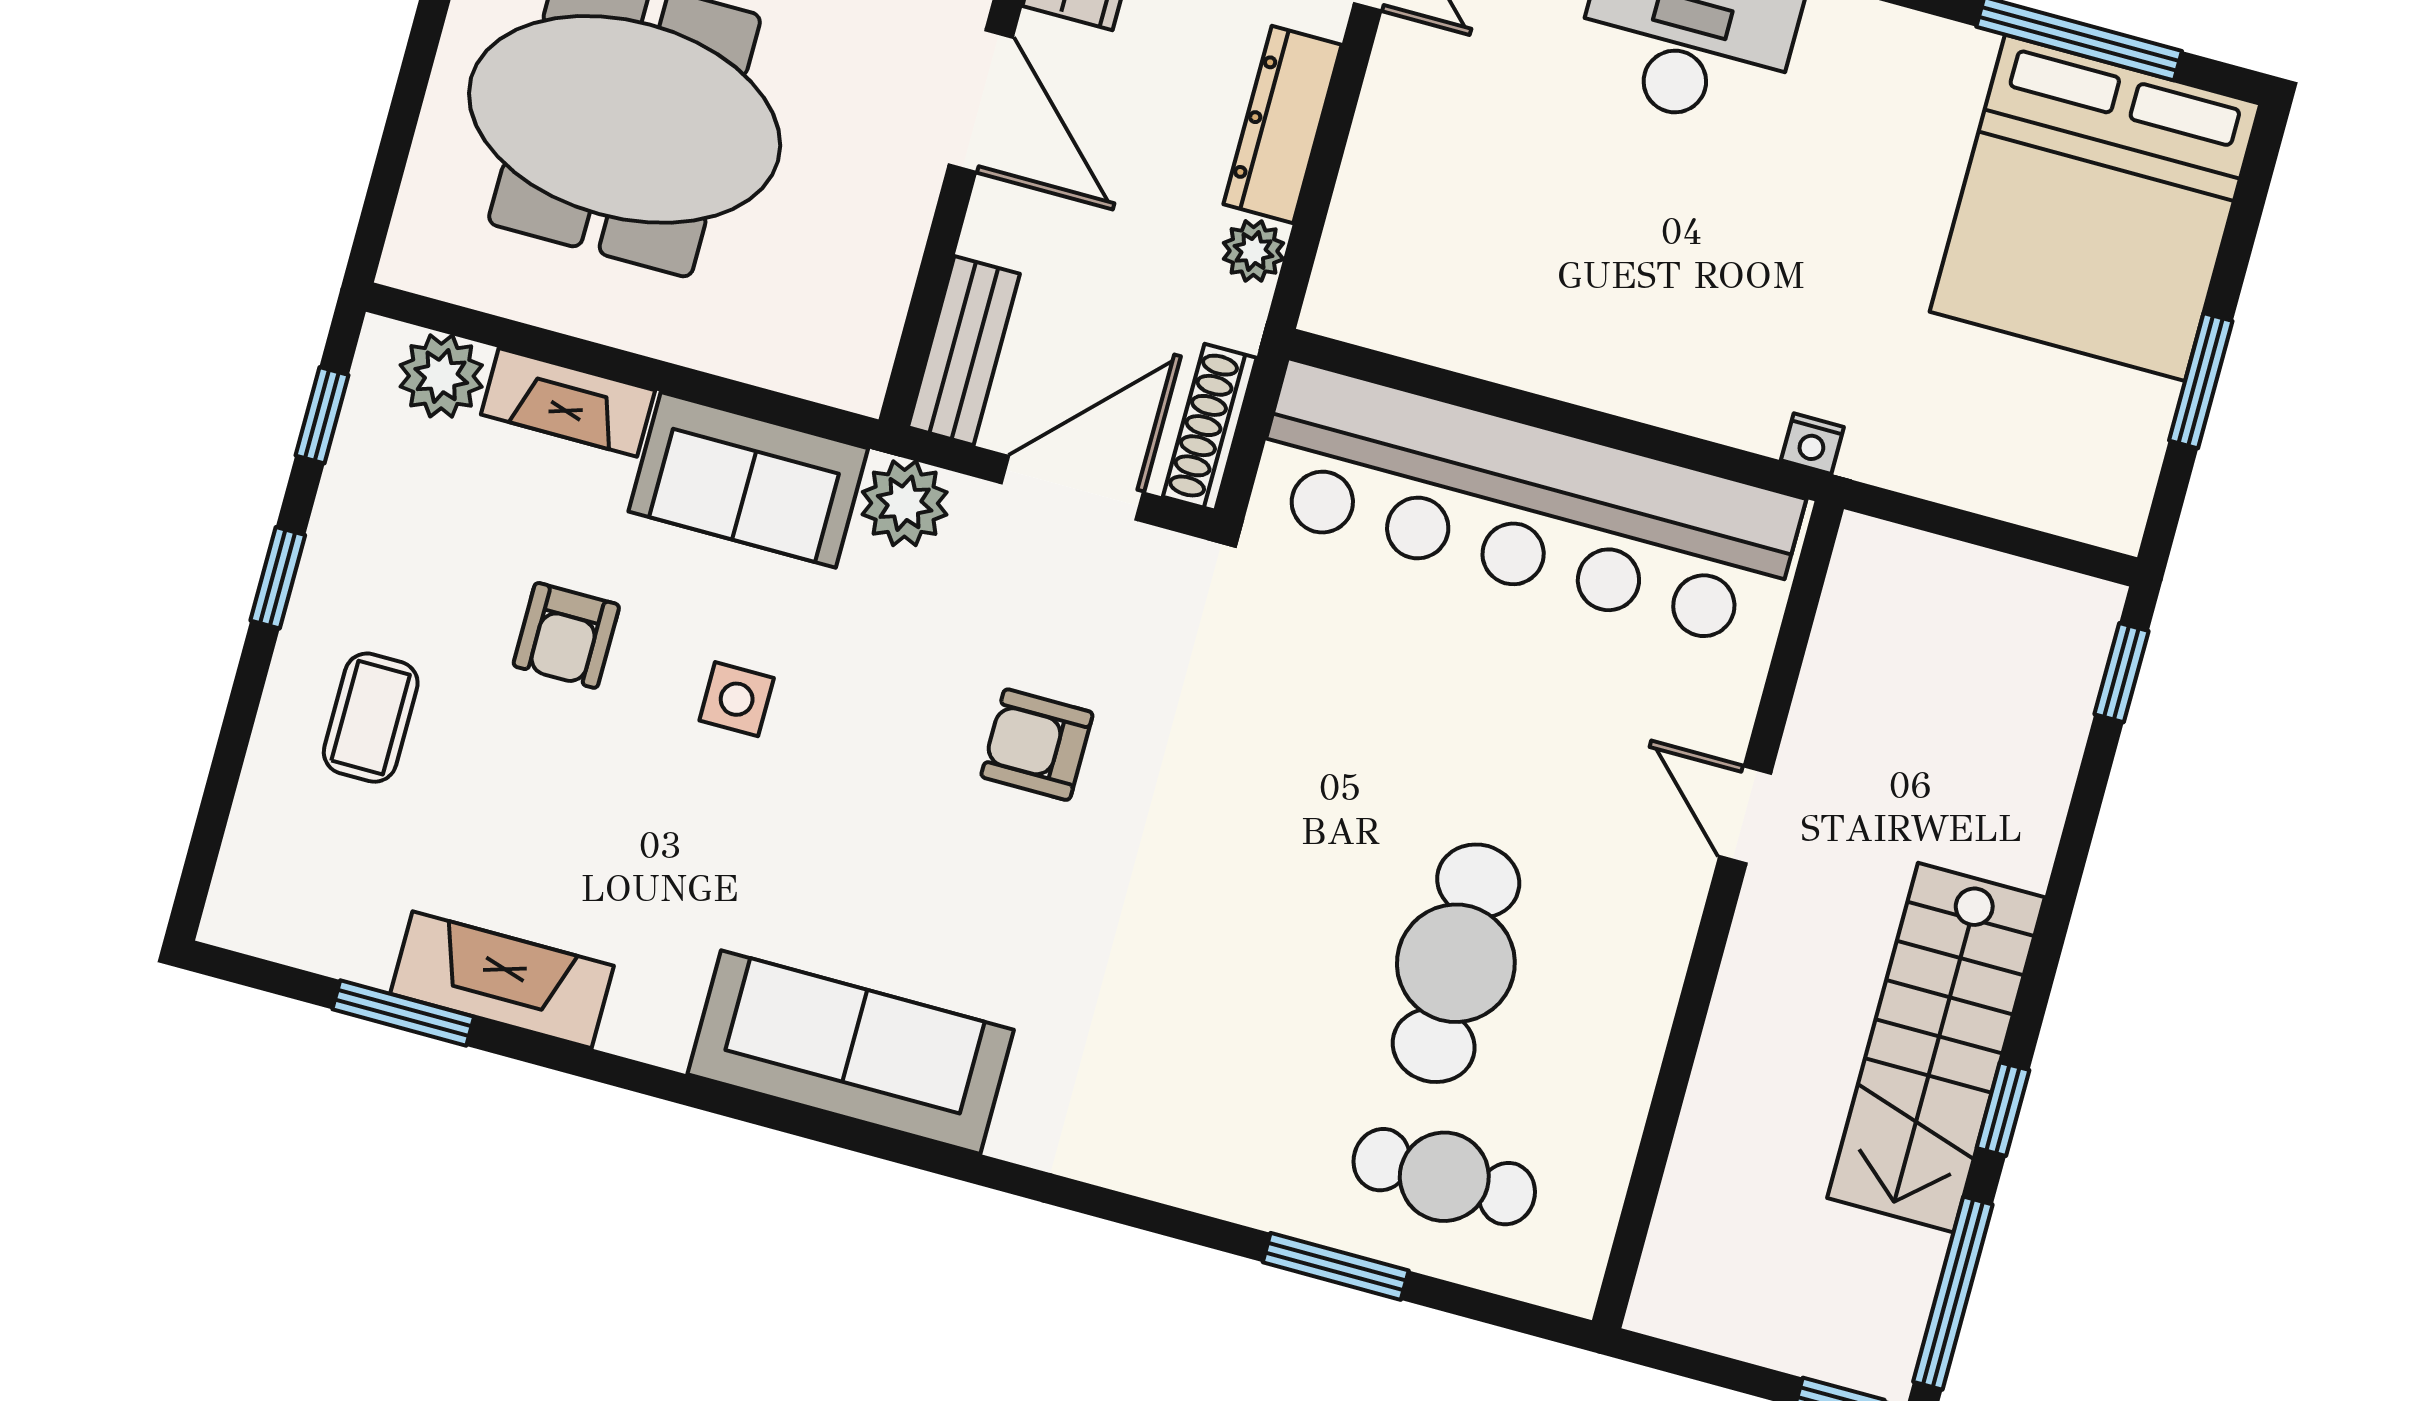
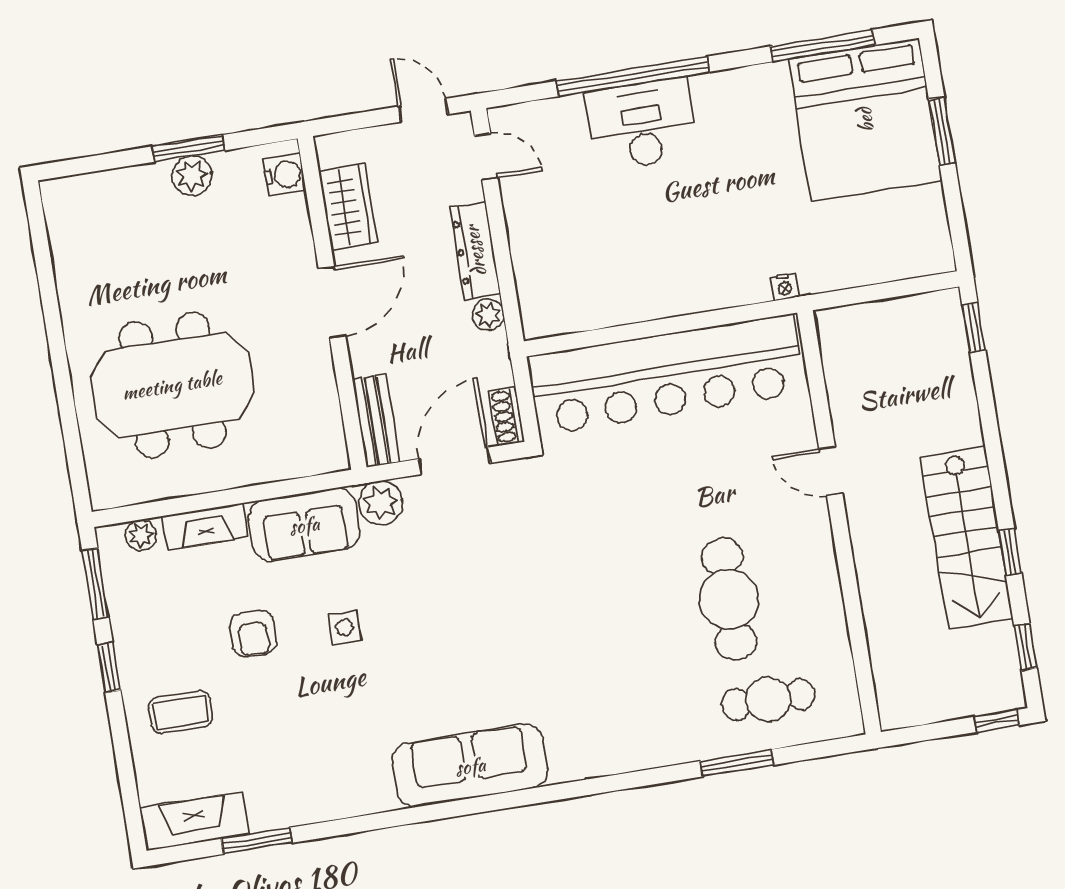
door: (981, 101) -> (332, 303), hinge flipped
plant: (441, 376) -> (141, 535), width x0.73, depth x0.73
window: (2201, 381) -> (942, 131), moved
window: (322, 415) -> (95, 584), width x1.50
shoe rack: (1210, 427) -> (507, 416), width x0.70
coffee table: (371, 718) -> (181, 712), turned 90
armchair: (1037, 745) -> (492, 586), removed
fireplace: (502, 980) -> (195, 821), moved
window: (1953, 1293) -> (1026, 647), width x0.46

